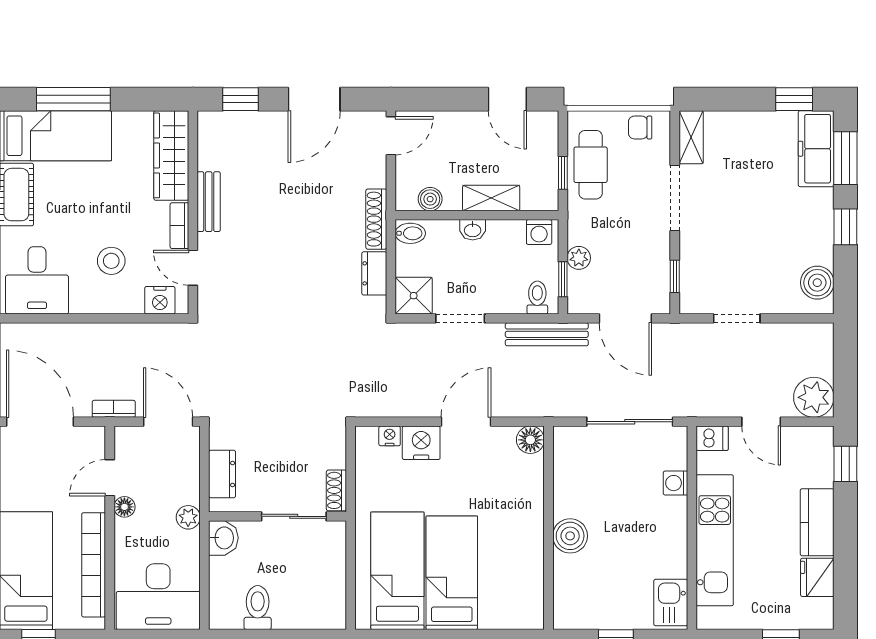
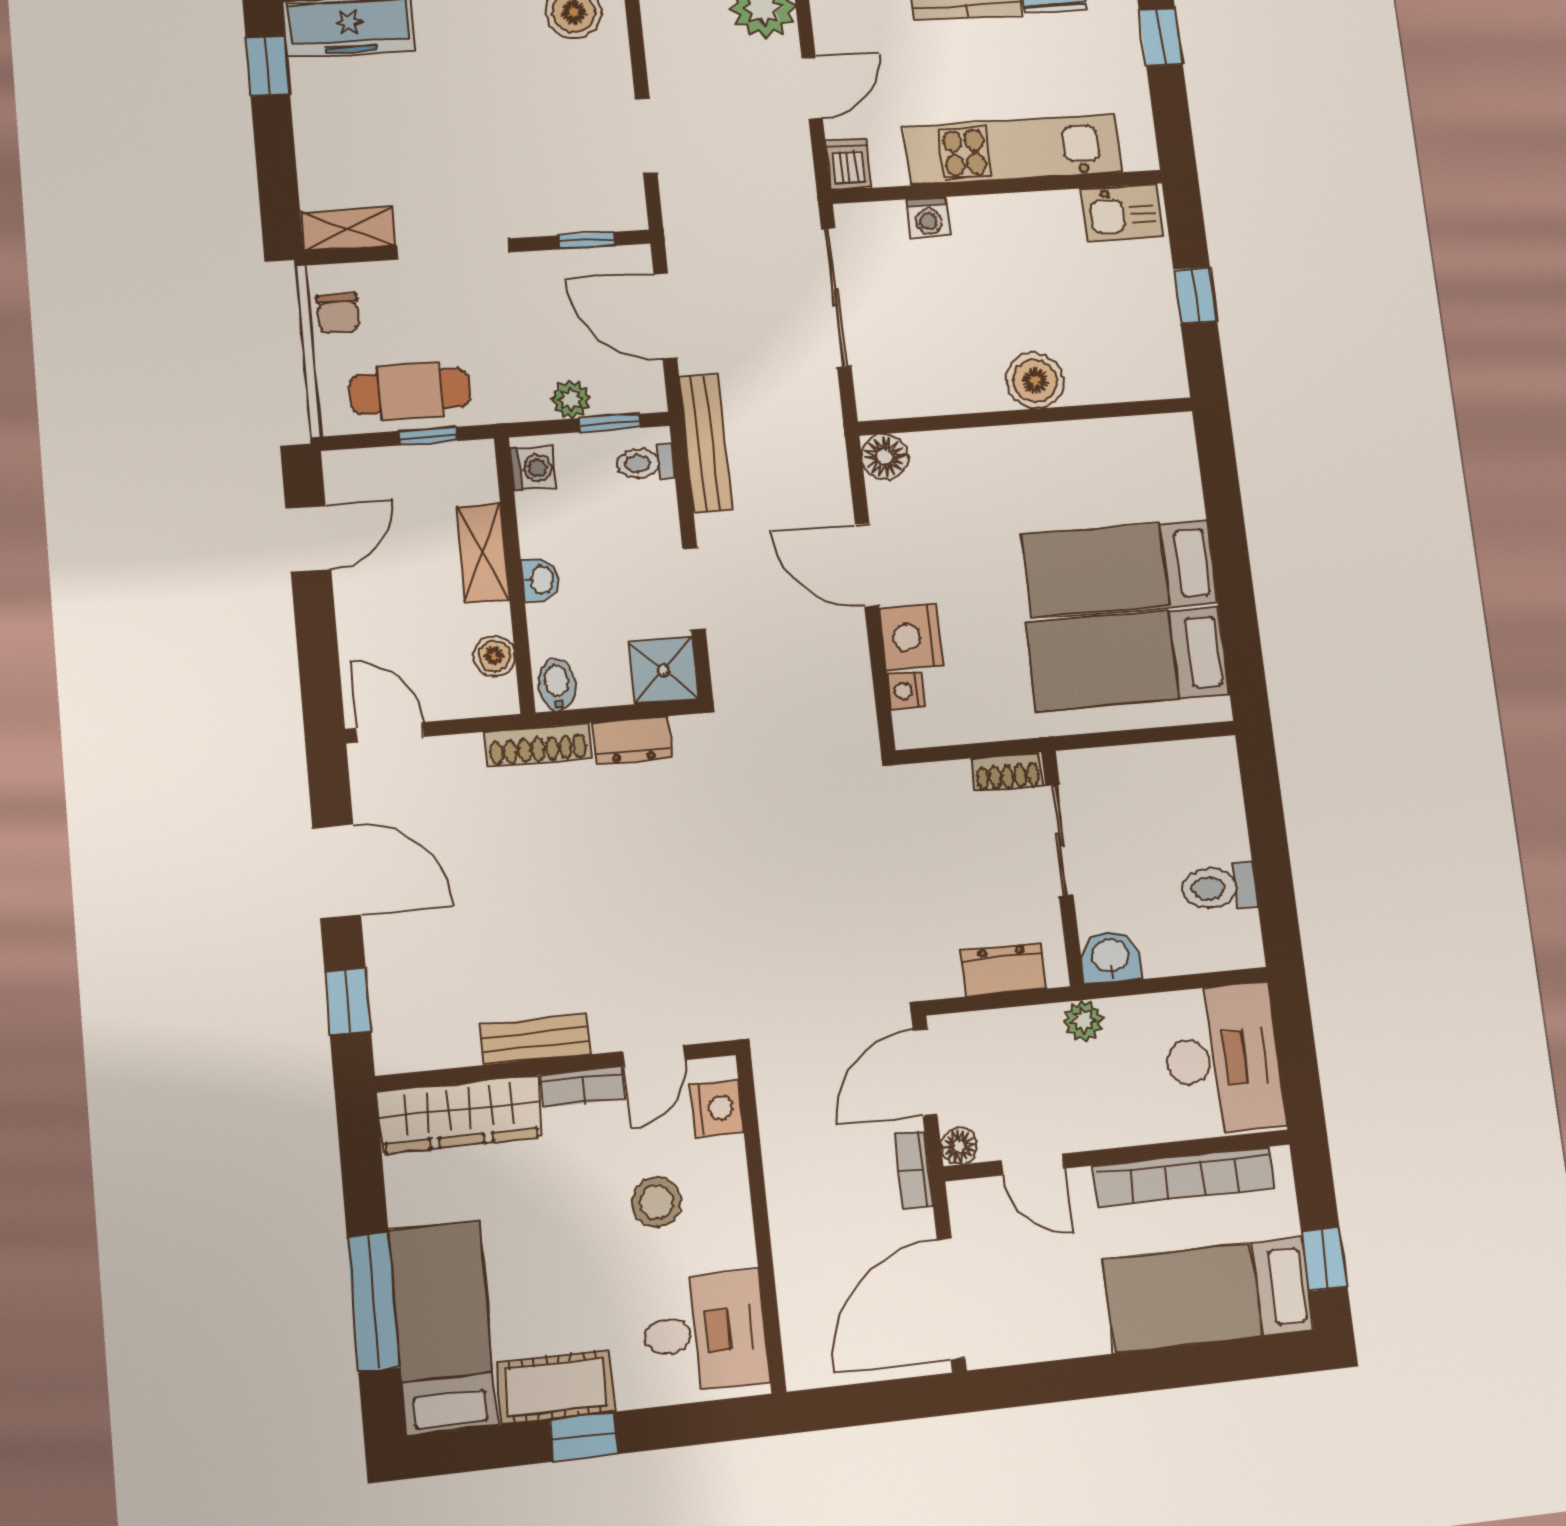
door: (625, 318) -> (665, 316), swing flipped
floor lamp: (124, 507) -> (959, 1146), moved

